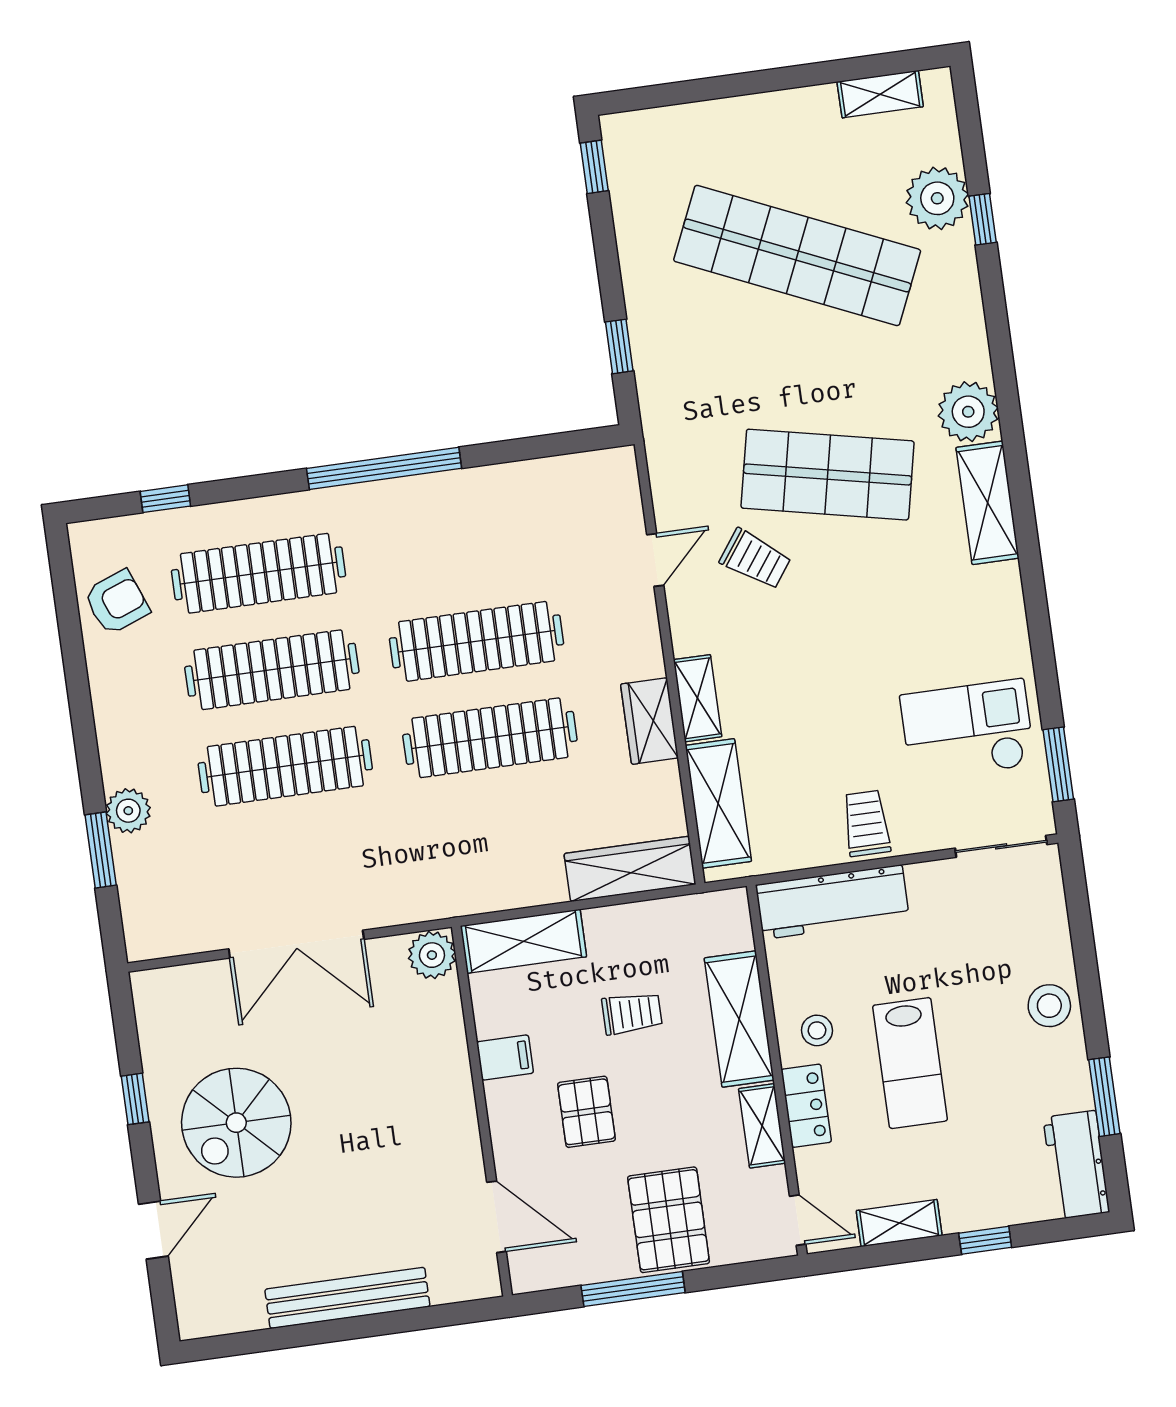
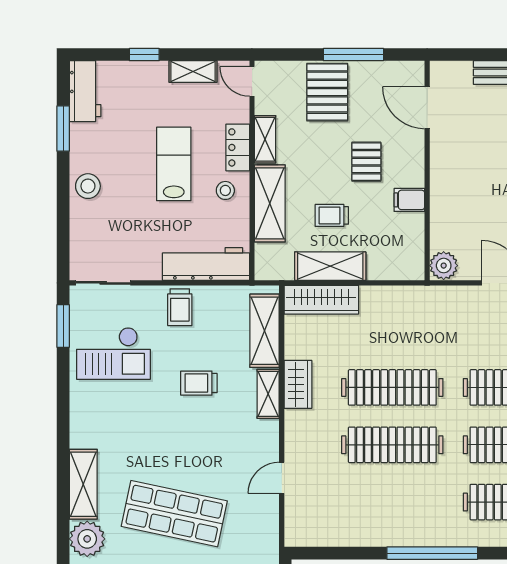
trolley: (755, 559) -> (199, 383), moved, turned -36
shelving: (523, 941) -> (330, 266), moved

